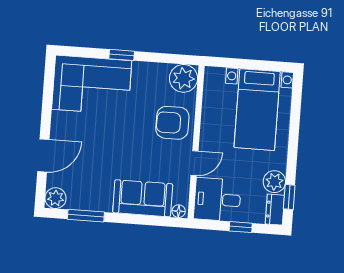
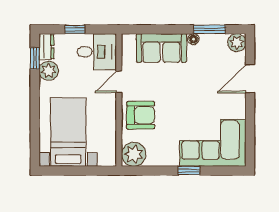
floor lamp: (179, 211) -> (193, 39), moved

